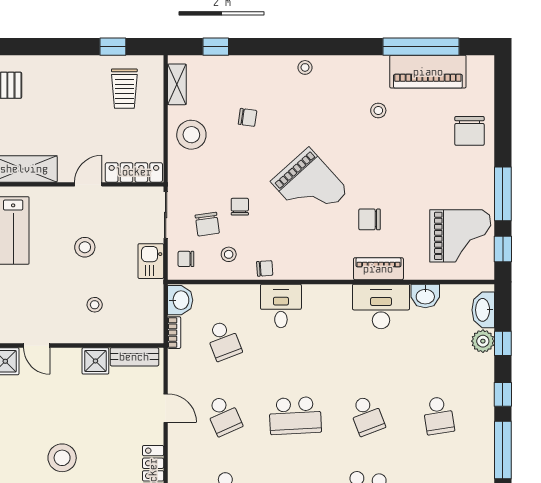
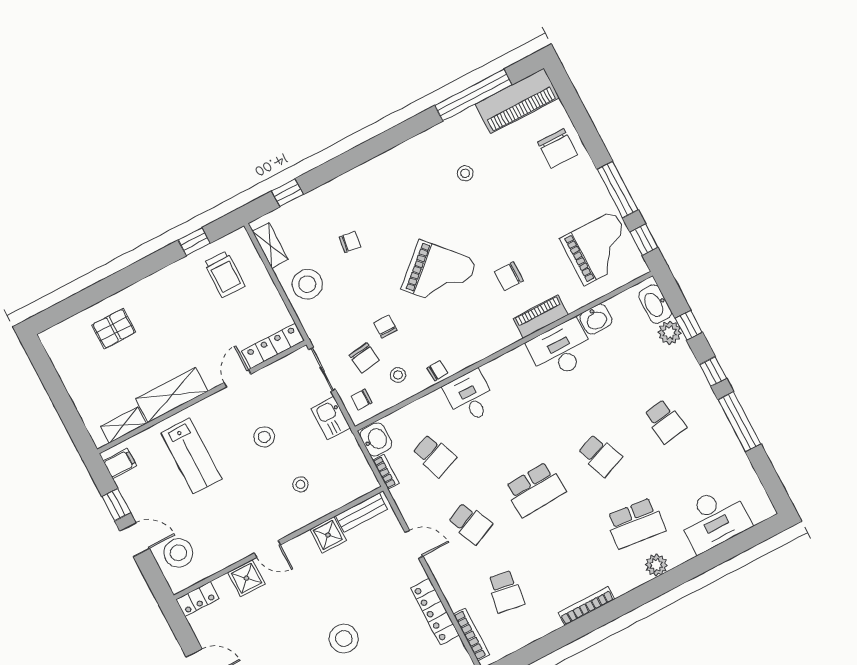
stool: (305, 67) -> (378, 169), removed
piano: (428, 72) -> (517, 101), moved

